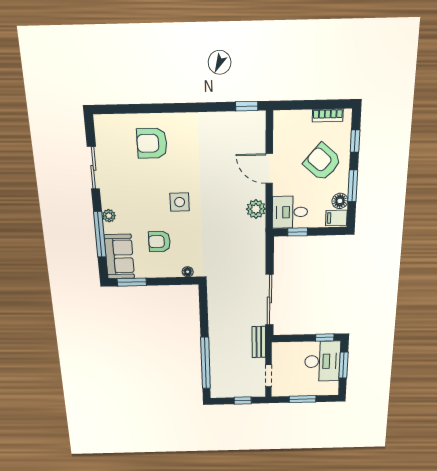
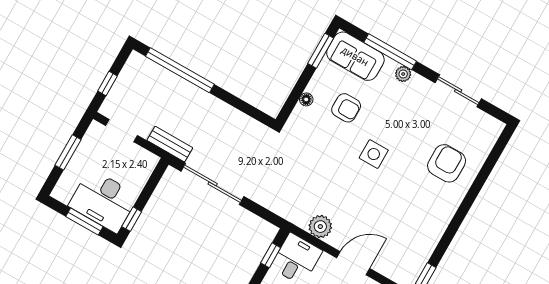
armchair: (159, 242) -> (346, 108), turned 90
floor lamp: (188, 272) -> (306, 99), moved

